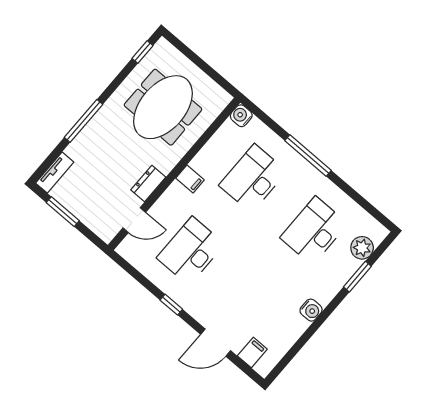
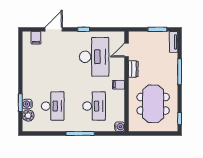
desk: (191, 251) -> (94, 57), width x1.36, depth x1.30
water cooler: (311, 310) -> (27, 104), moved

